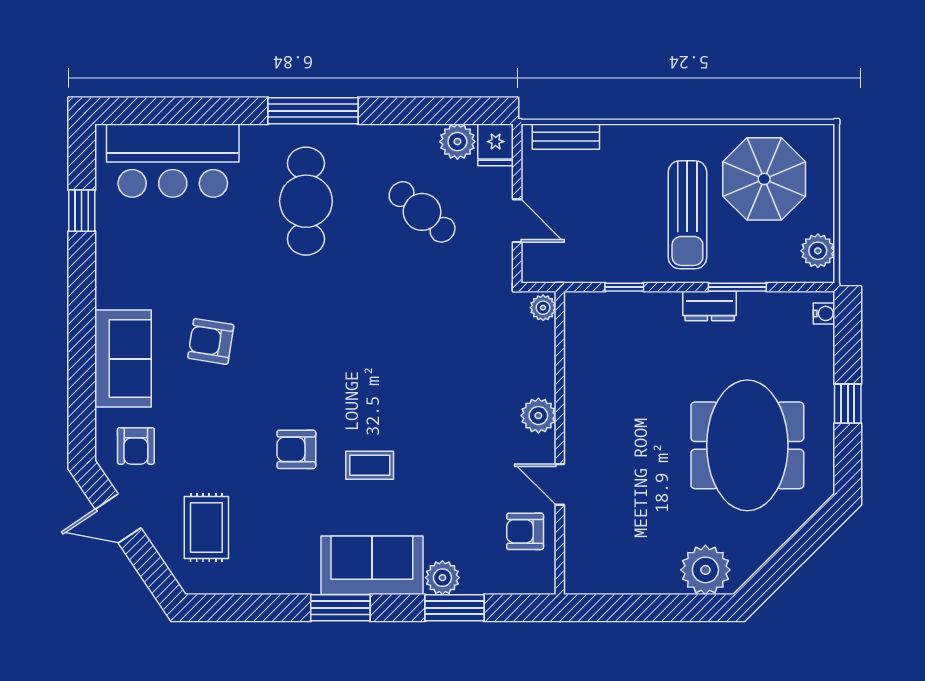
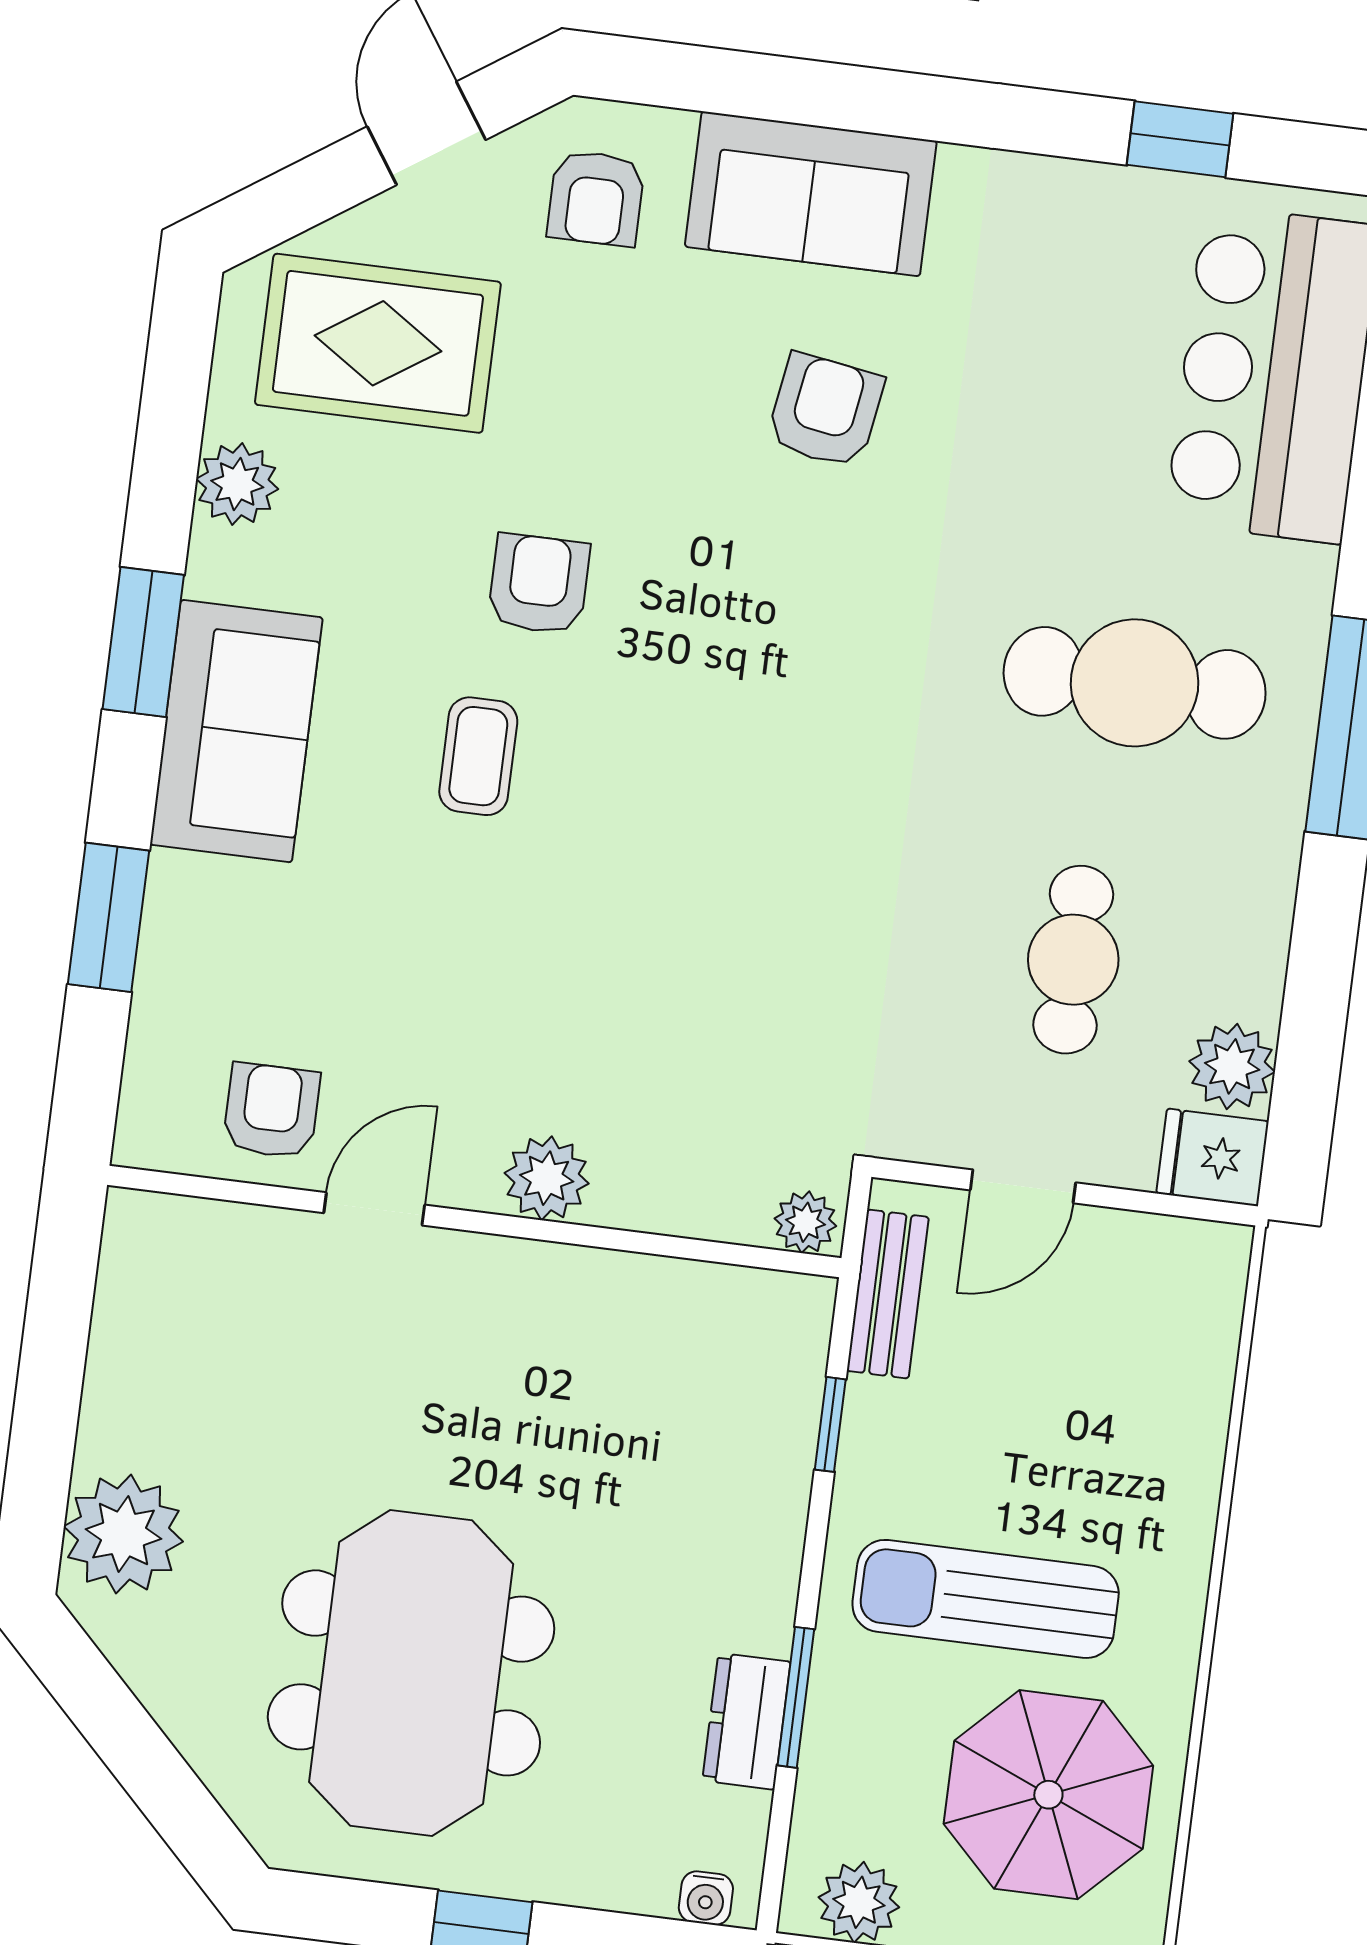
bench: (566, 137) -> (888, 1294), moved
cafe table: (422, 212) -> (1073, 960), turned -41
dresser: (710, 306) -> (746, 1721), moved
meeting table: (747, 445) -> (411, 1673), turned 90
armchair: (136, 446) -> (596, 198), turned -90
rug: (206, 527) -> (378, 343), width x1.36, depth x1.43
plant: (442, 578) -> (237, 484), moved

